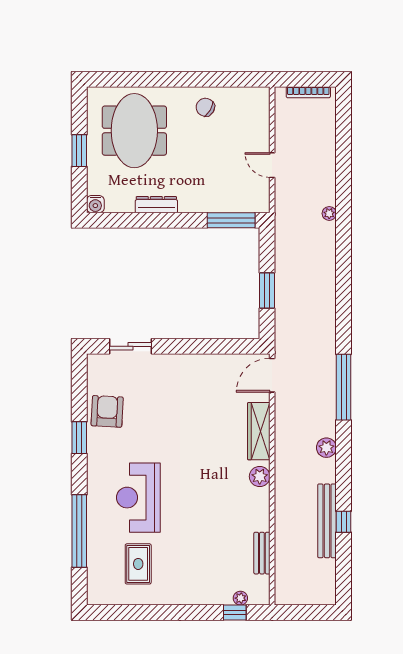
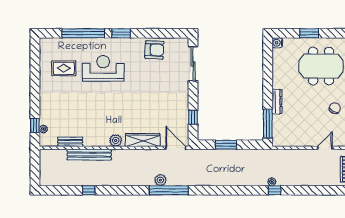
door: (272, 165) -> (325, 148), moved
dresser: (156, 205) -> (277, 102), moved
window: (344, 209) -> (275, 190), added
sliding door: (131, 346) -> (193, 64), width x1.37
window: (221, 346) -> (193, 117), added
window: (79, 438) -> (121, 33), moved
plant: (326, 448) -> (160, 180), moved
bench: (327, 521) -> (89, 155), moved

